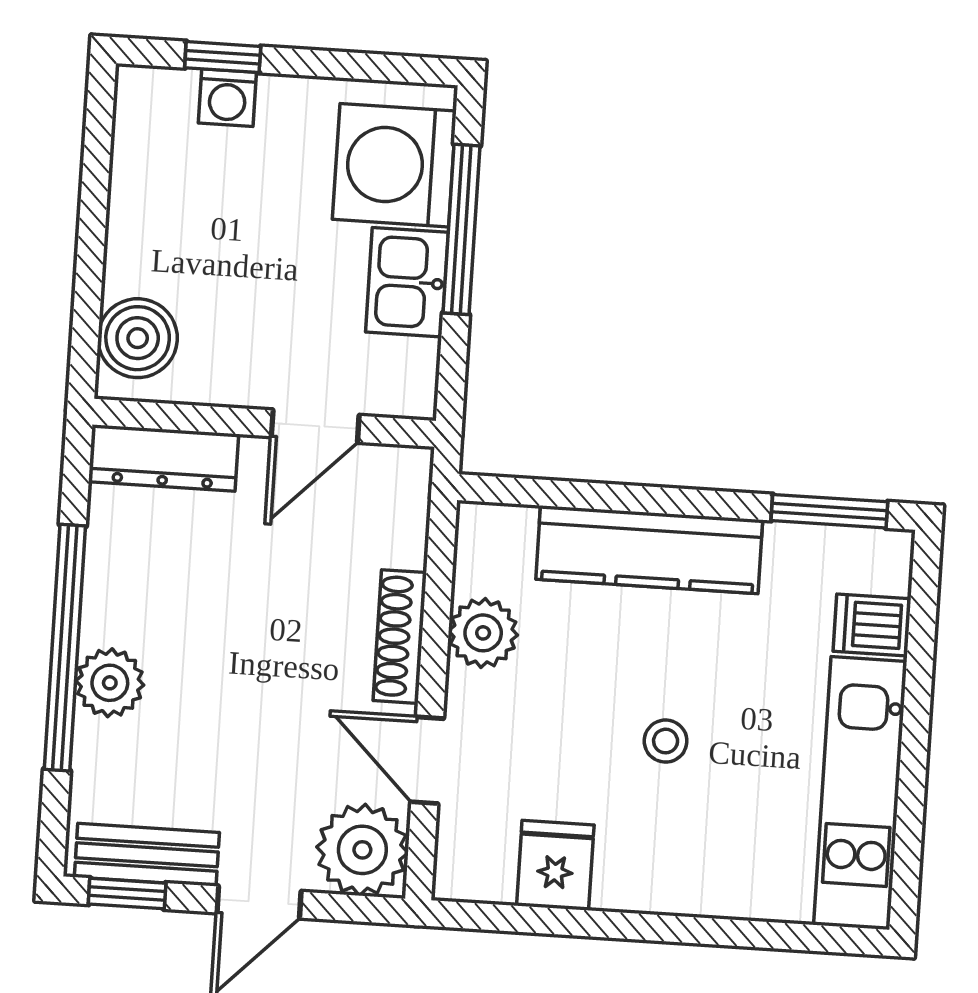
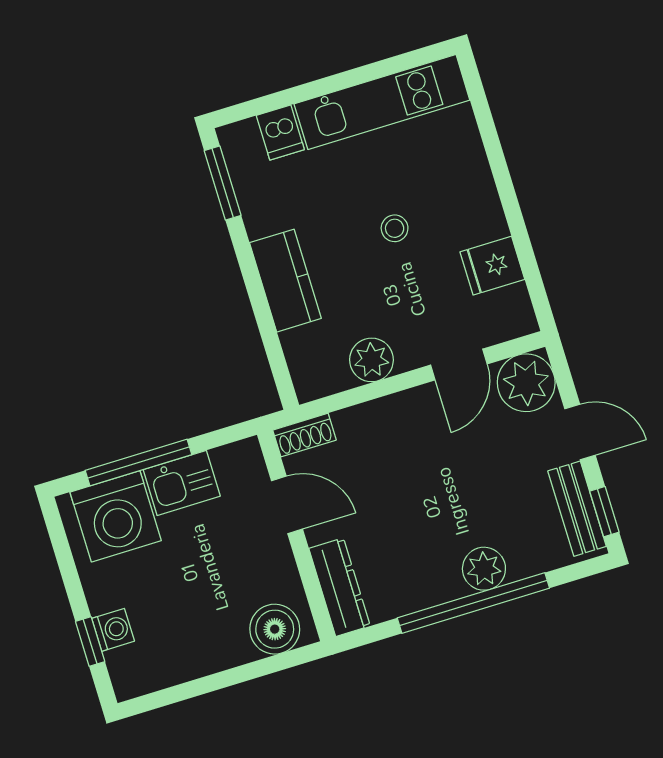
kitchen counter: (649, 550) -> (285, 281), width x0.67
shoe rack: (400, 637) -> (304, 435), moved, width x0.70

